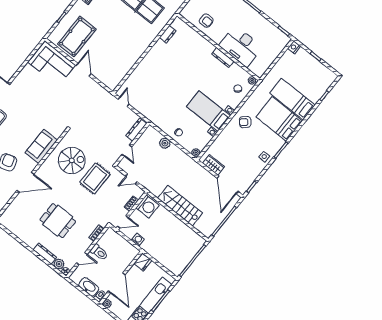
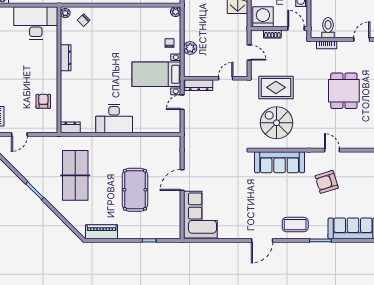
dresser: (168, 34) -> (70, 127), moved
pool table: (77, 36) -> (135, 190), moved, turned 90
desk: (241, 46) -> (36, 23), moved, turned -90
desk: (158, 58) -> (114, 119), added
door: (124, 102) -> (182, 102), moved
bed with nightstands: (208, 111) -> (156, 74), moved, turned 90
sofa: (41, 146) -> (280, 162), width x1.36
door: (25, 182) -> (332, 150), width x0.53
toilet: (99, 252) -> (328, 28), moved
door: (82, 259) -> (362, 39), hinge flipped

